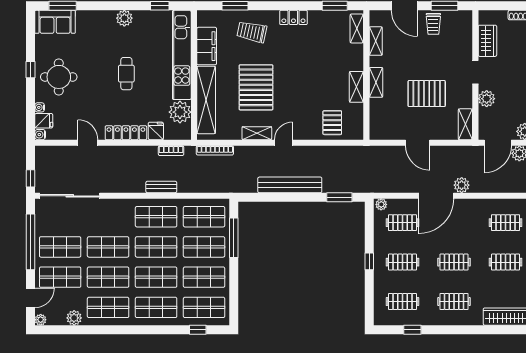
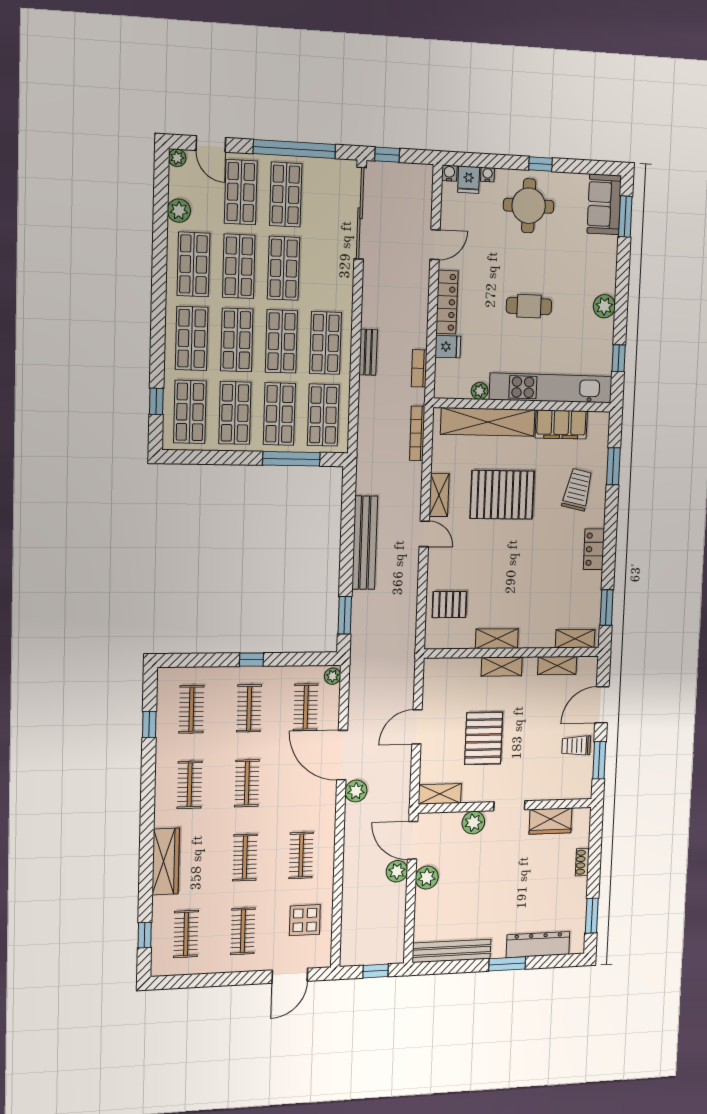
plant: (180, 112) -> (480, 391), width x0.53, depth x0.53

